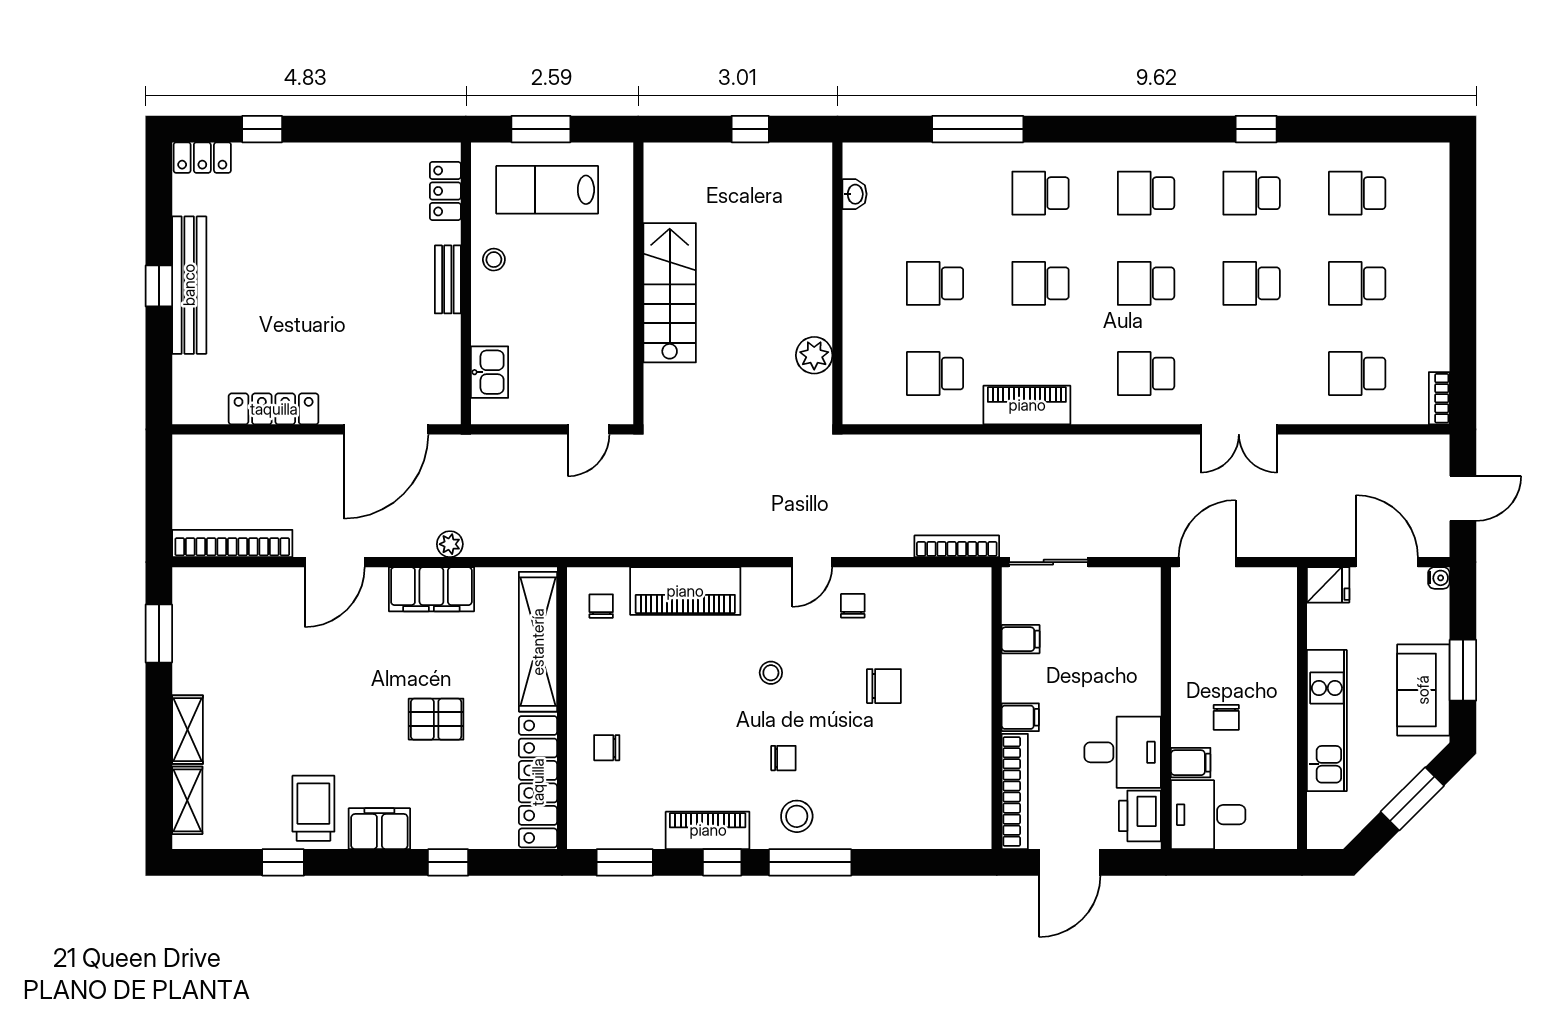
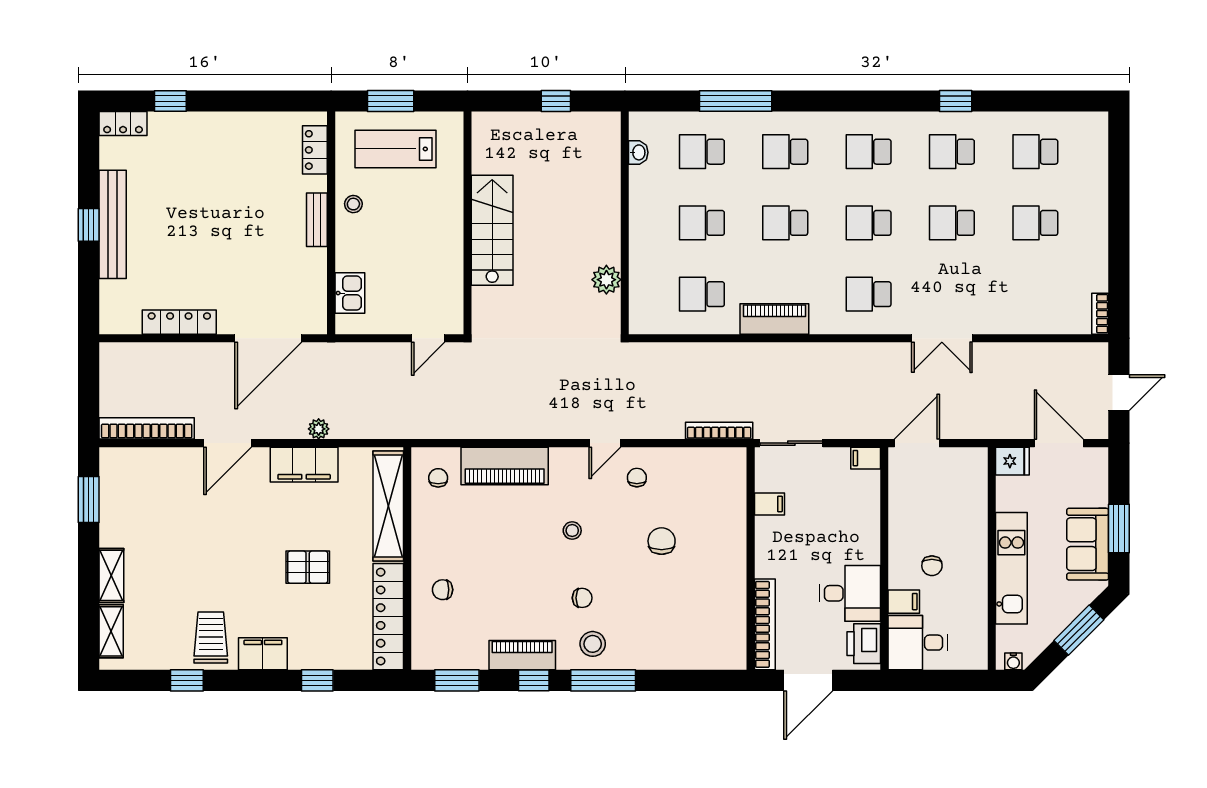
school desk: (1357, 374) -> (702, 152), moved
water cooler: (1439, 578) -> (1013, 661), moved, turned 90
chair: (884, 686) -> (662, 541), turned -90
filing cabinet: (1020, 717) -> (866, 458), moved, turned 180

